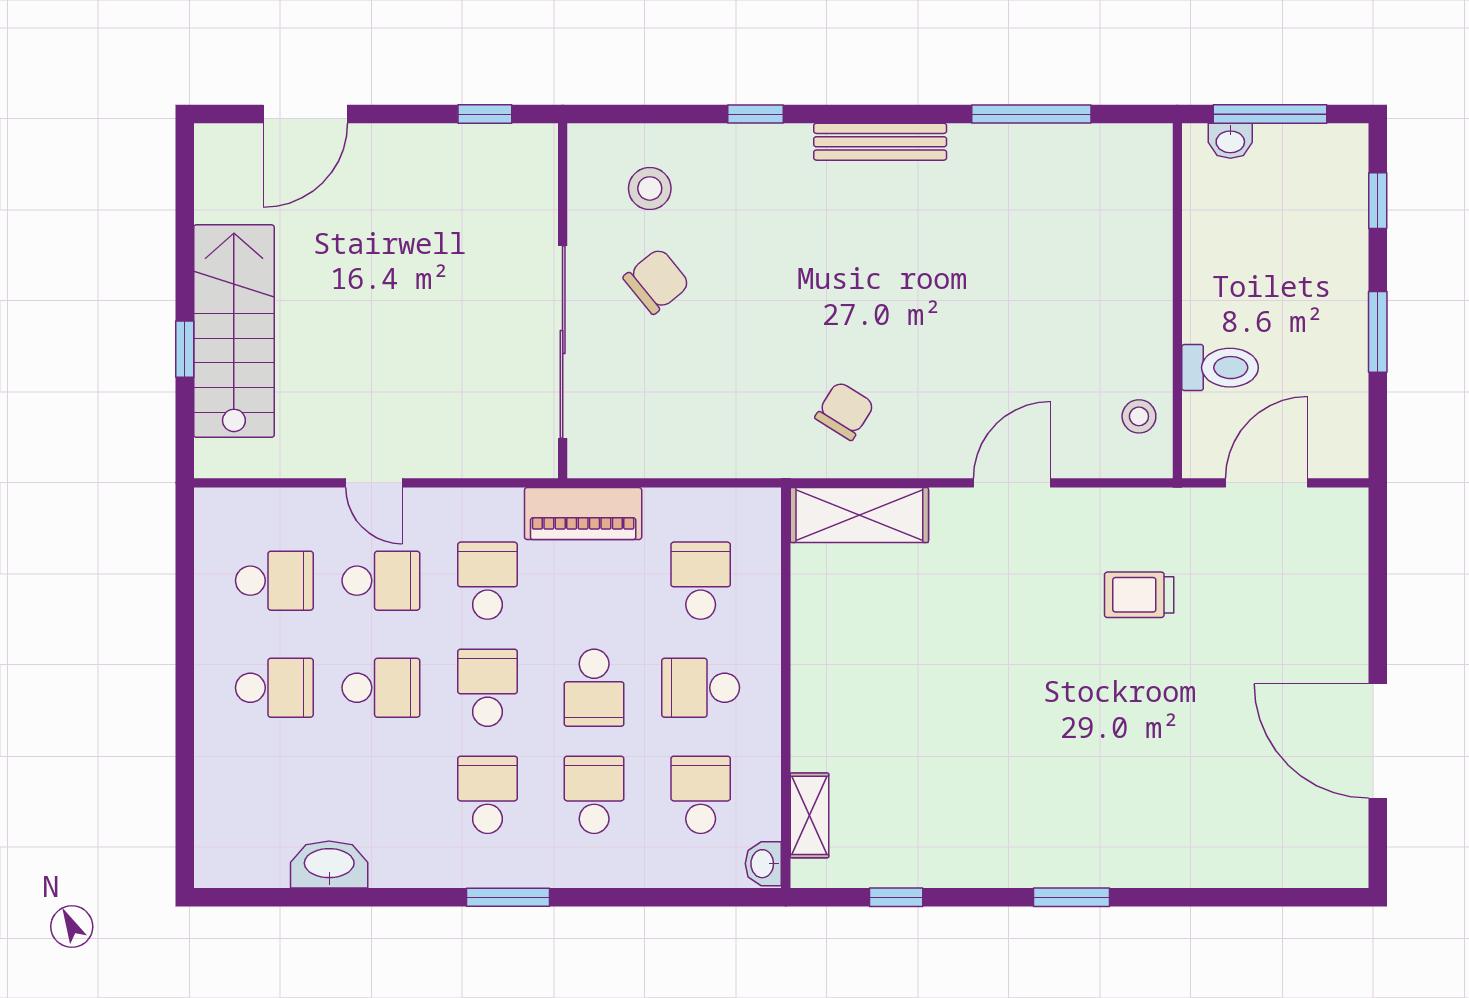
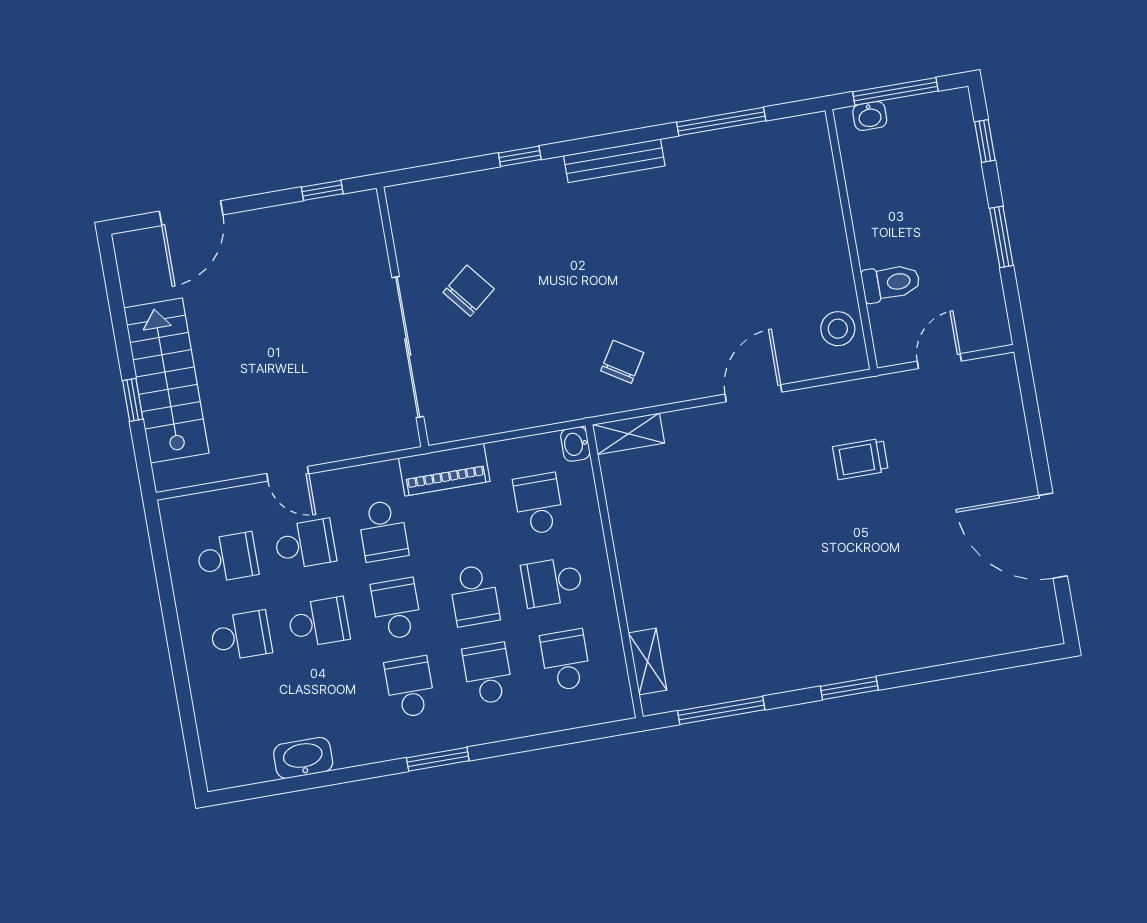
stool: (650, 188) -> (452, 224), removed
stool: (1139, 416) -> (838, 329), width x1.37, depth x1.37
door: (1266, 483) -> (939, 361), width x0.73
shelving: (859, 515) -> (628, 434), width x0.67, depth x0.75
school desk: (487, 581) -> (383, 531), turned 180
washbasin: (763, 864) -> (575, 444), moved
window: (896, 897) -> (721, 710), width x2.17

